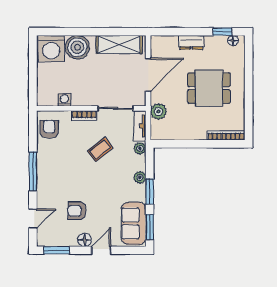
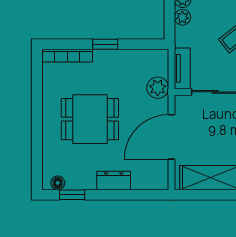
window: (198, 144) -> (105, 44), added
plant: (140, 148) -> (182, 17), moved

